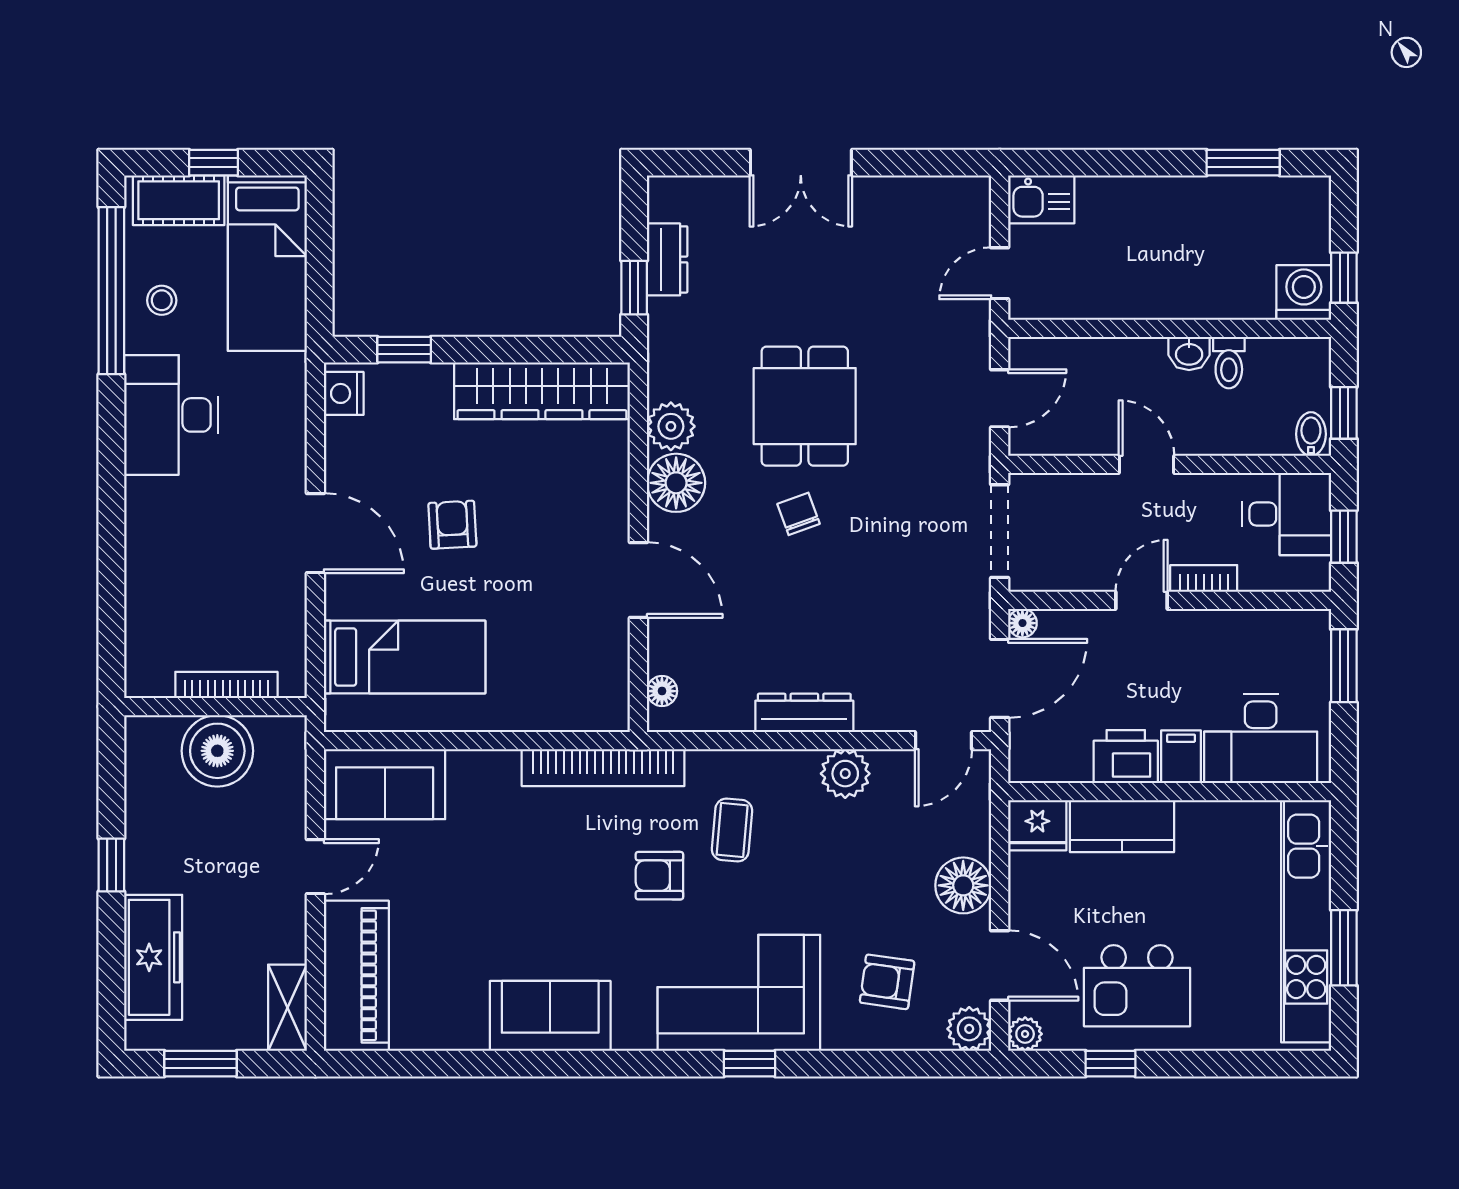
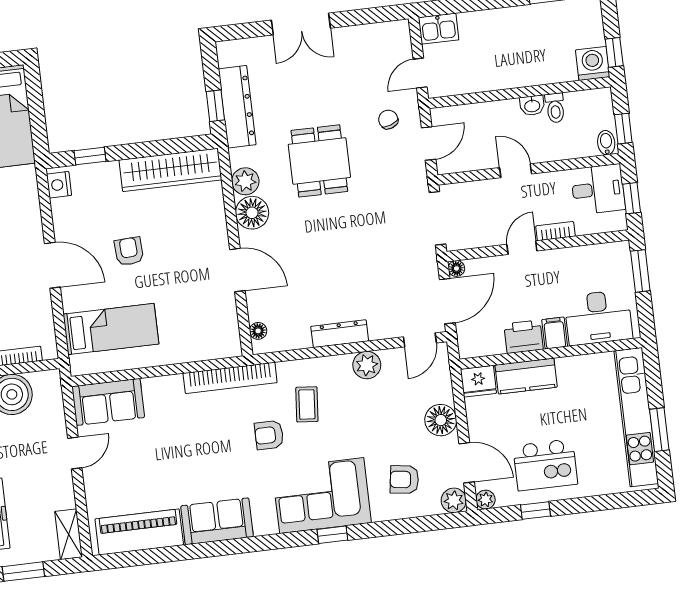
dresser: (667, 259) -> (237, 107), width x1.96, depth x1.24
chair: (799, 514) -> (388, 120), moved
piano: (356, 975) -> (139, 532), moved, turned -90

